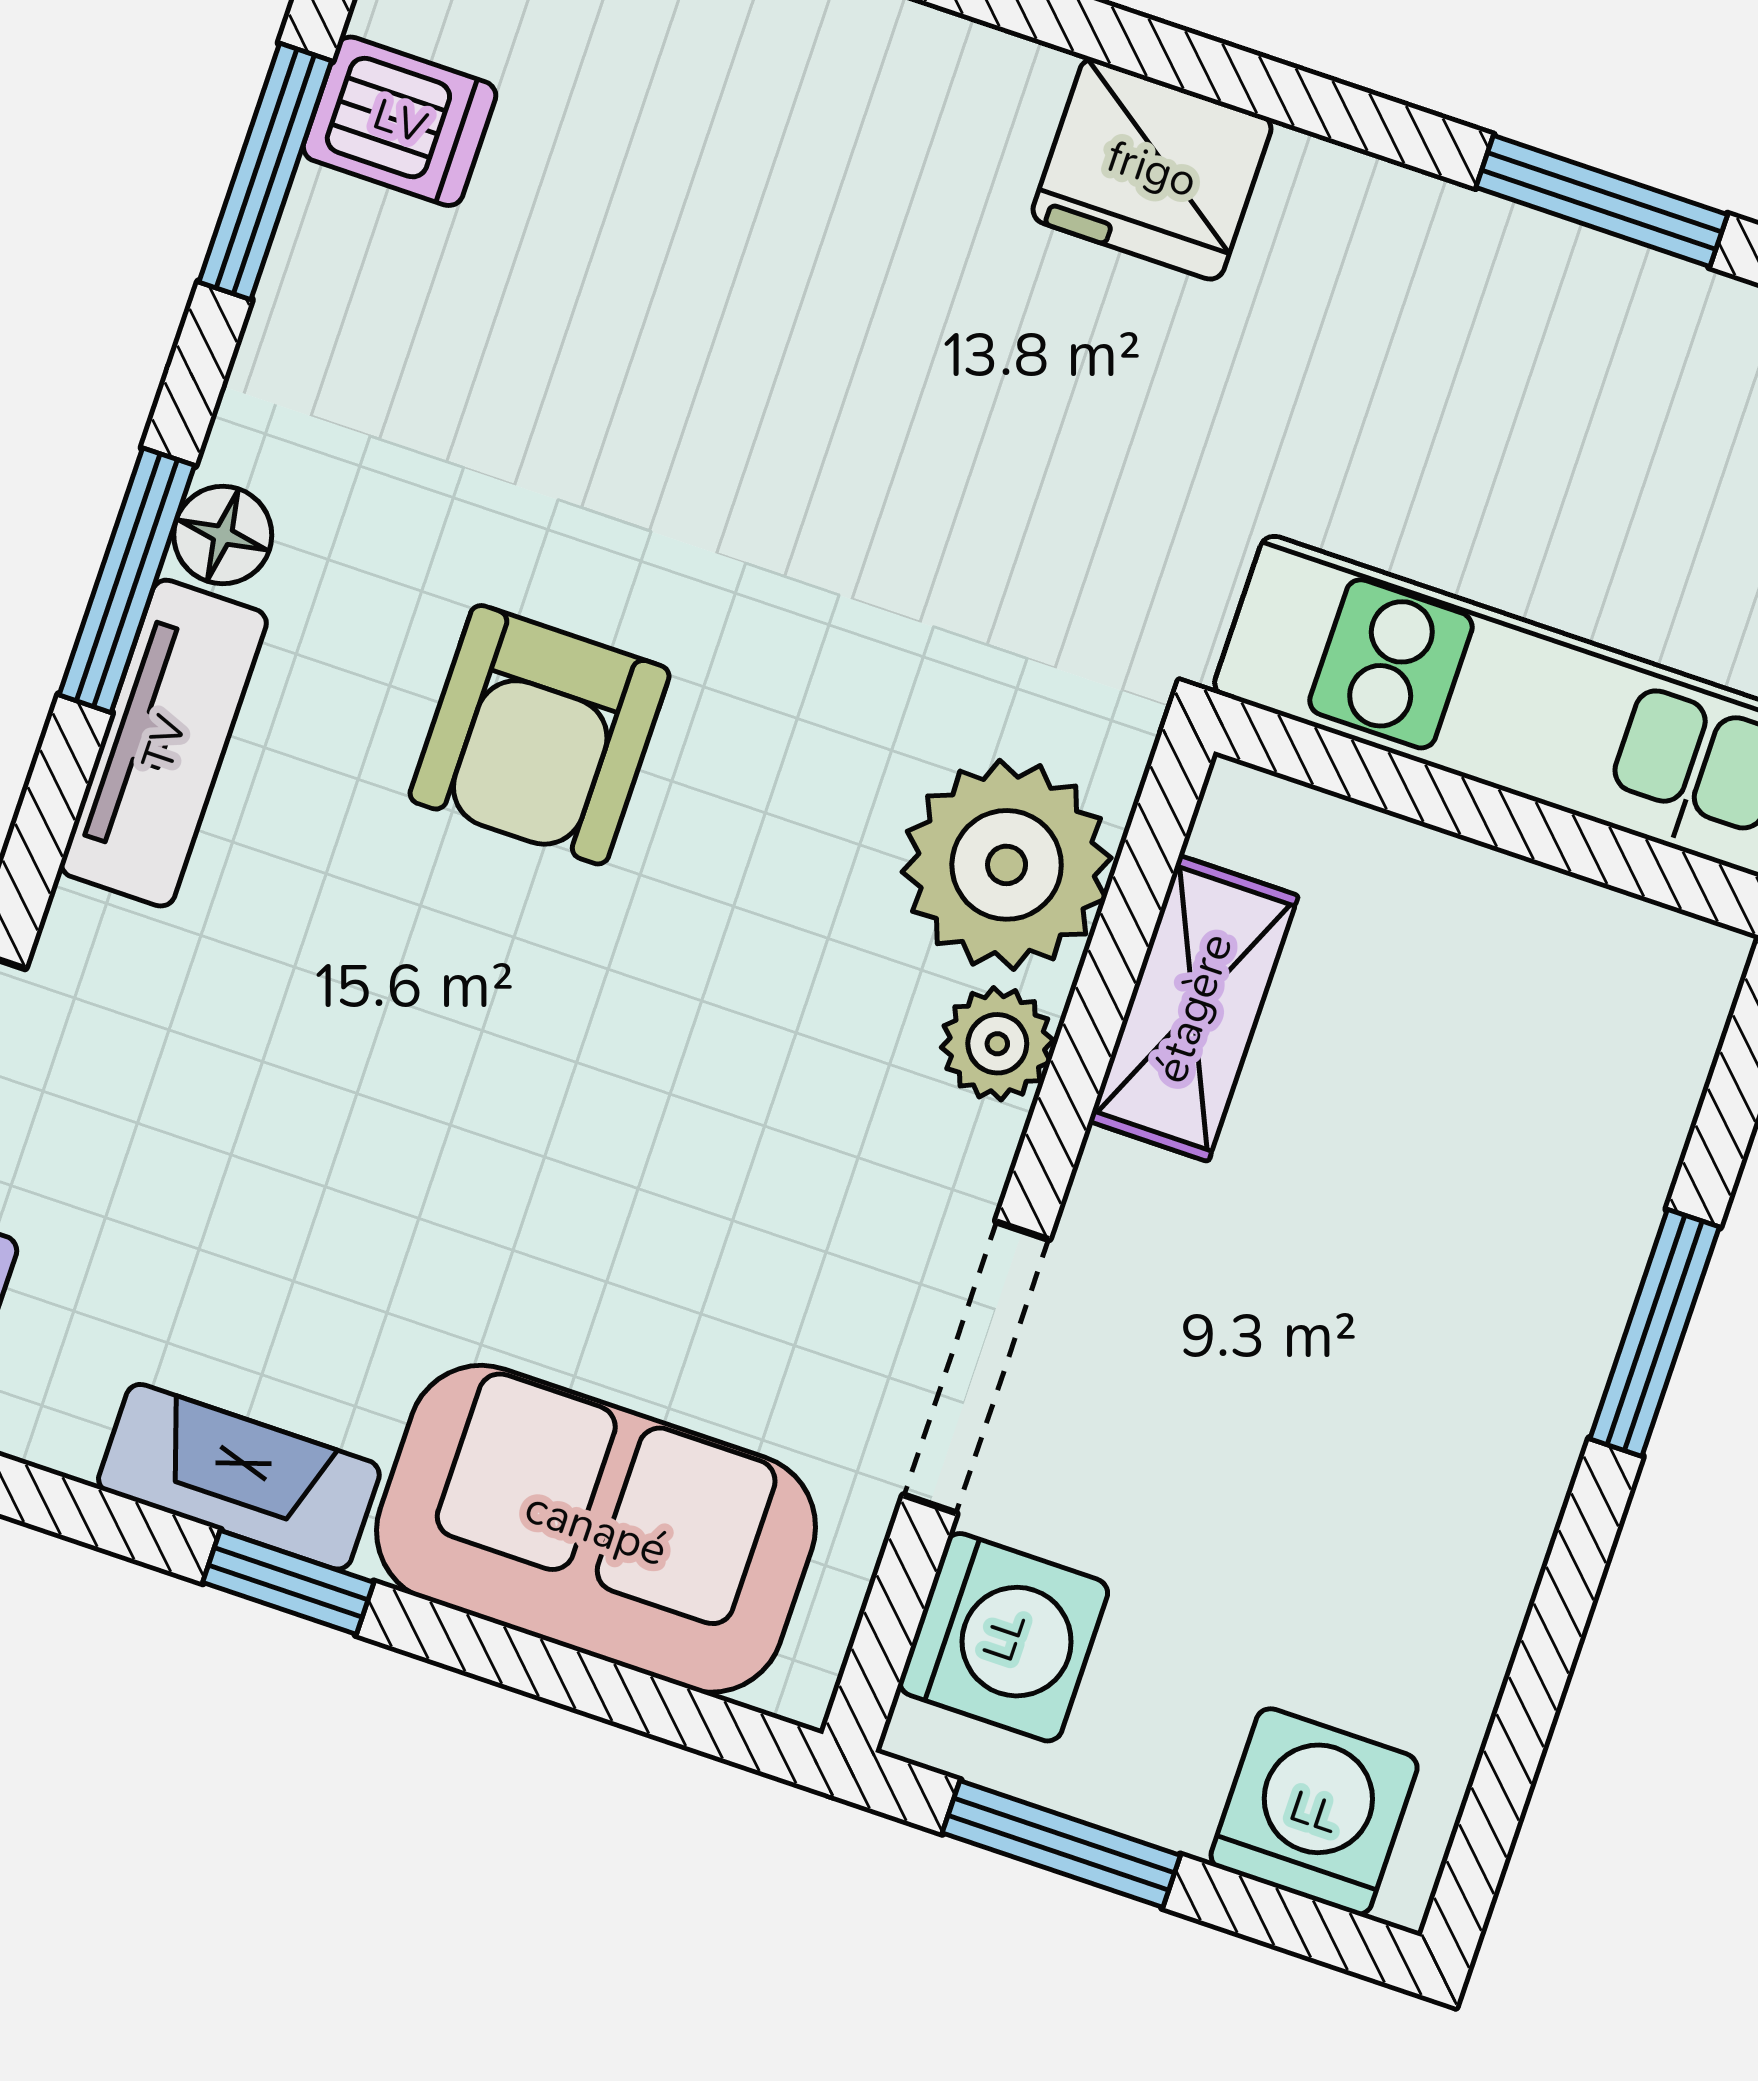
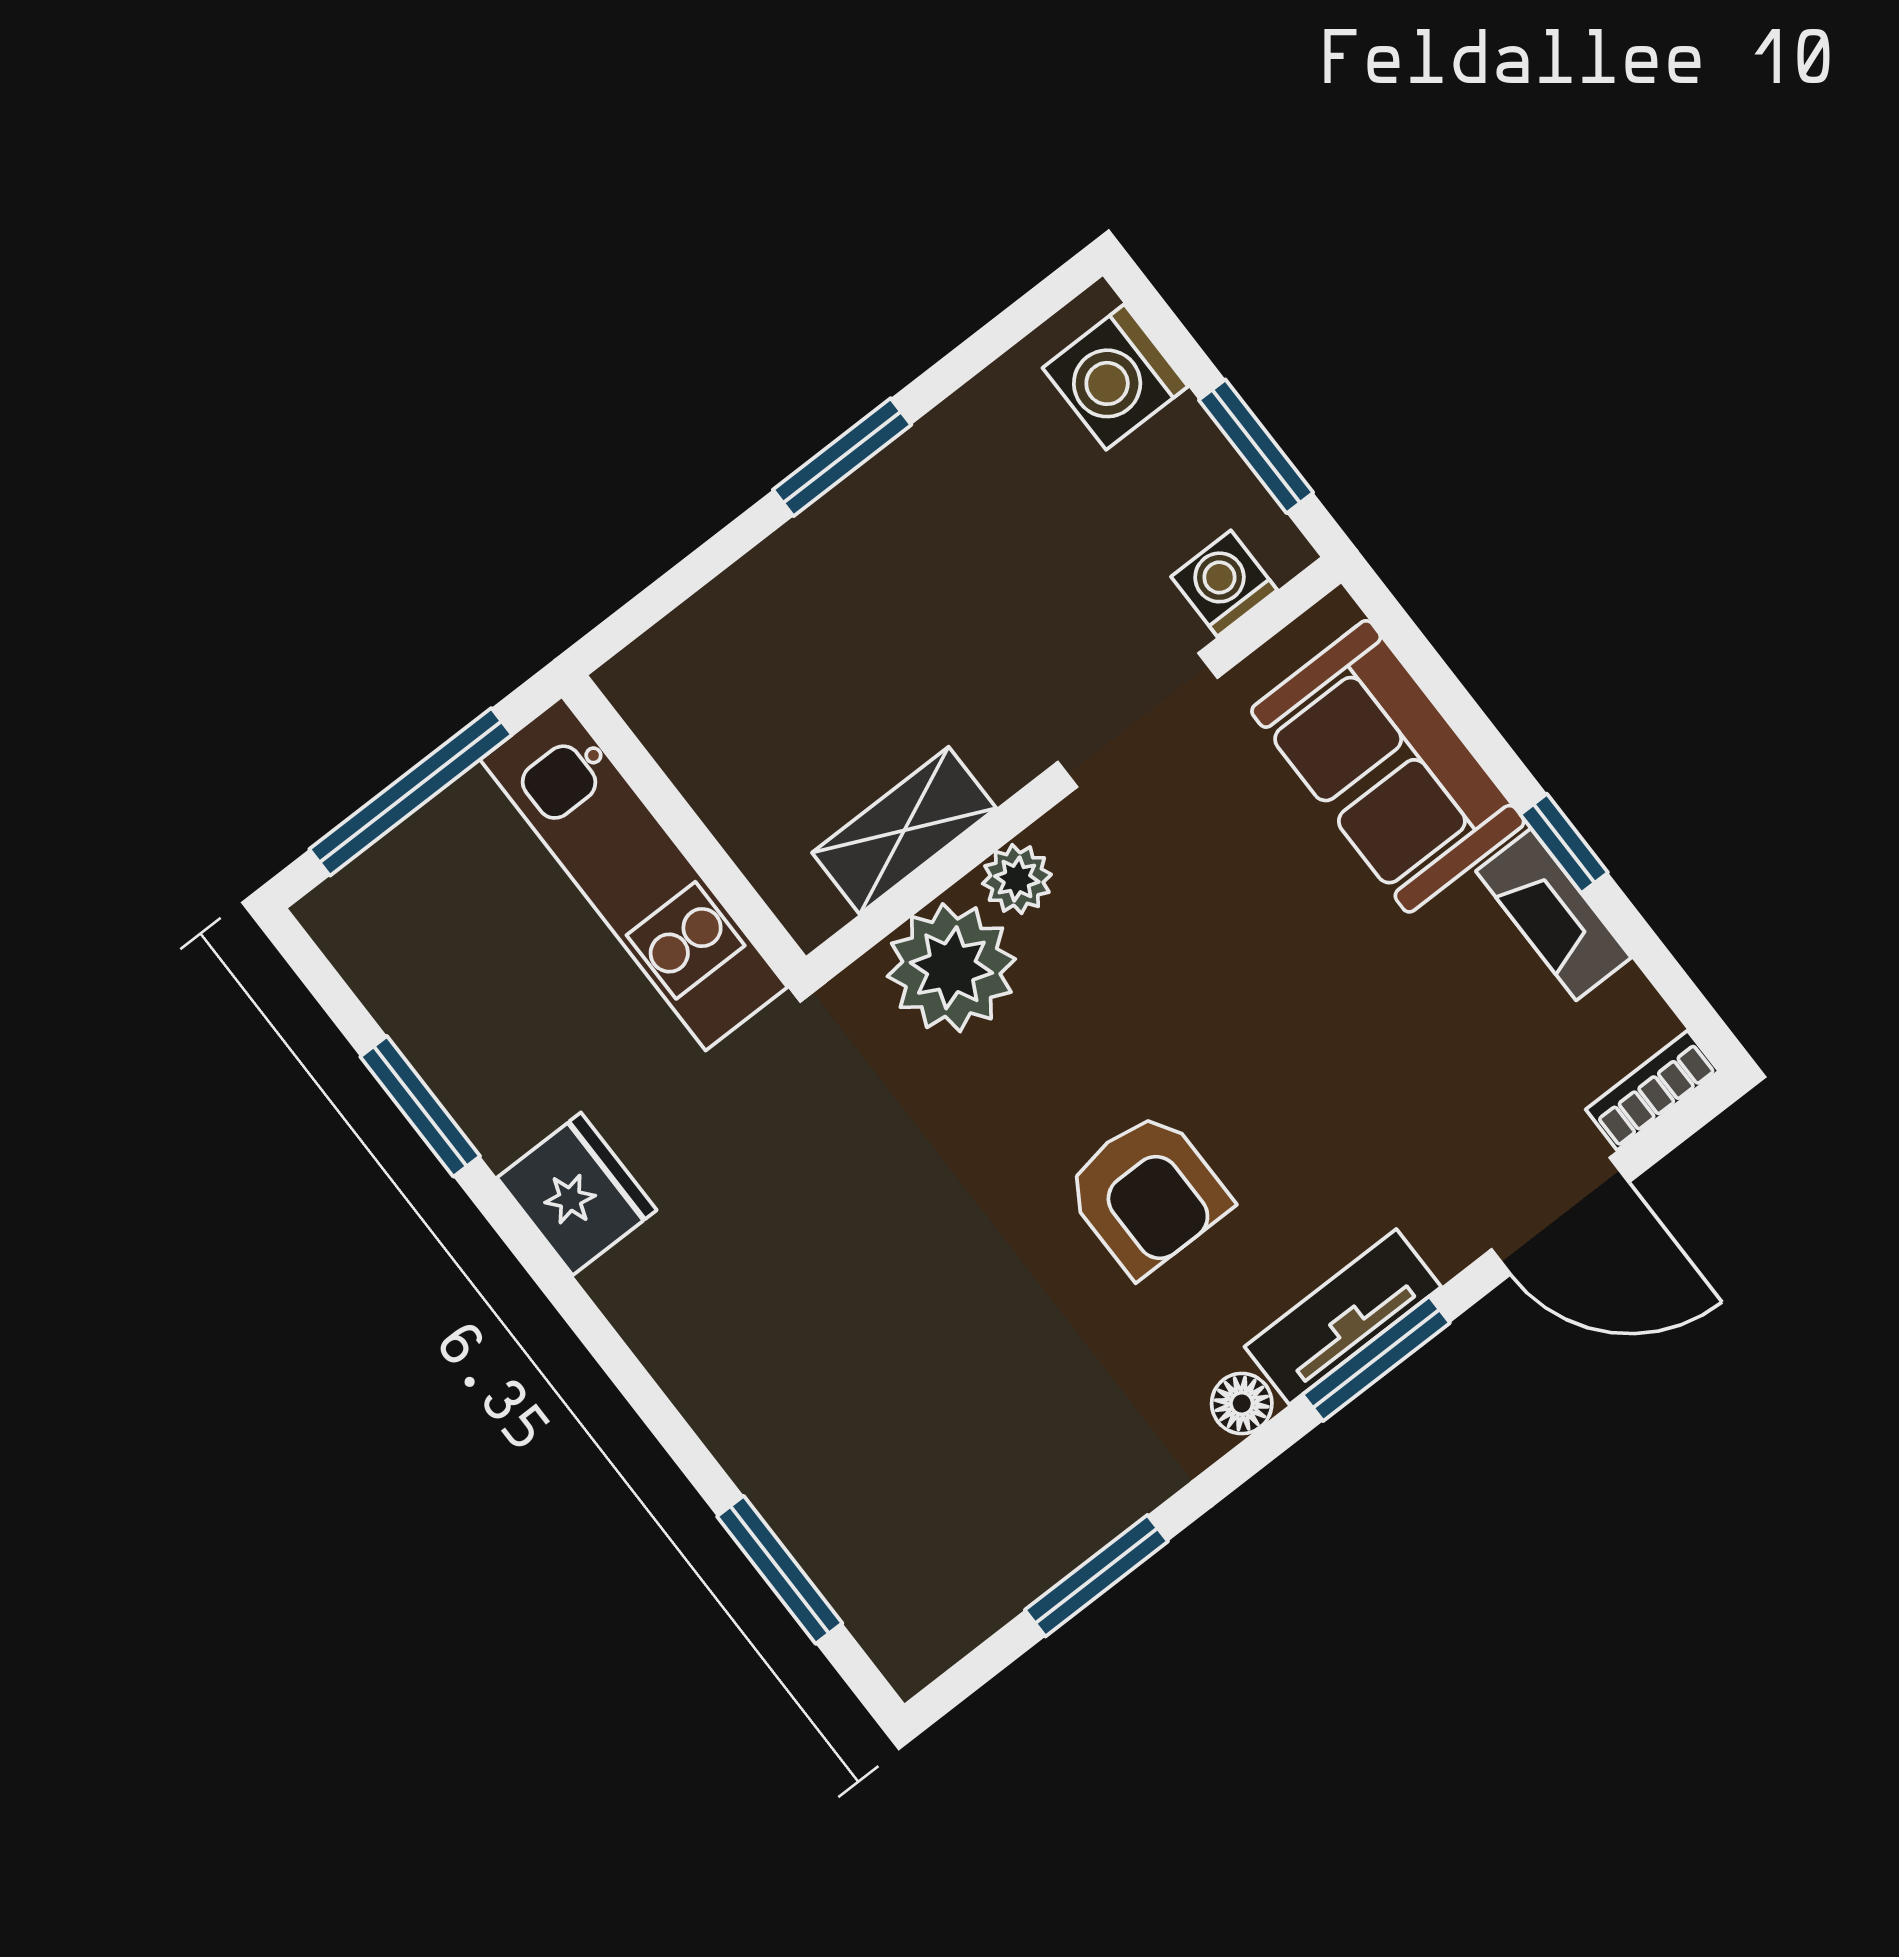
dishwasher: (400, 121) -> (1010, 1556), removed
fridge: (1152, 169) -> (577, 1194), moved
window: (127, 580) -> (1376, 1359), moved
armchair: (540, 735) -> (1147, 1193), turned 90
window: (1655, 1333) -> (842, 457), moved
washing machine: (1004, 1637) -> (1224, 583), width x0.73, depth x0.73

